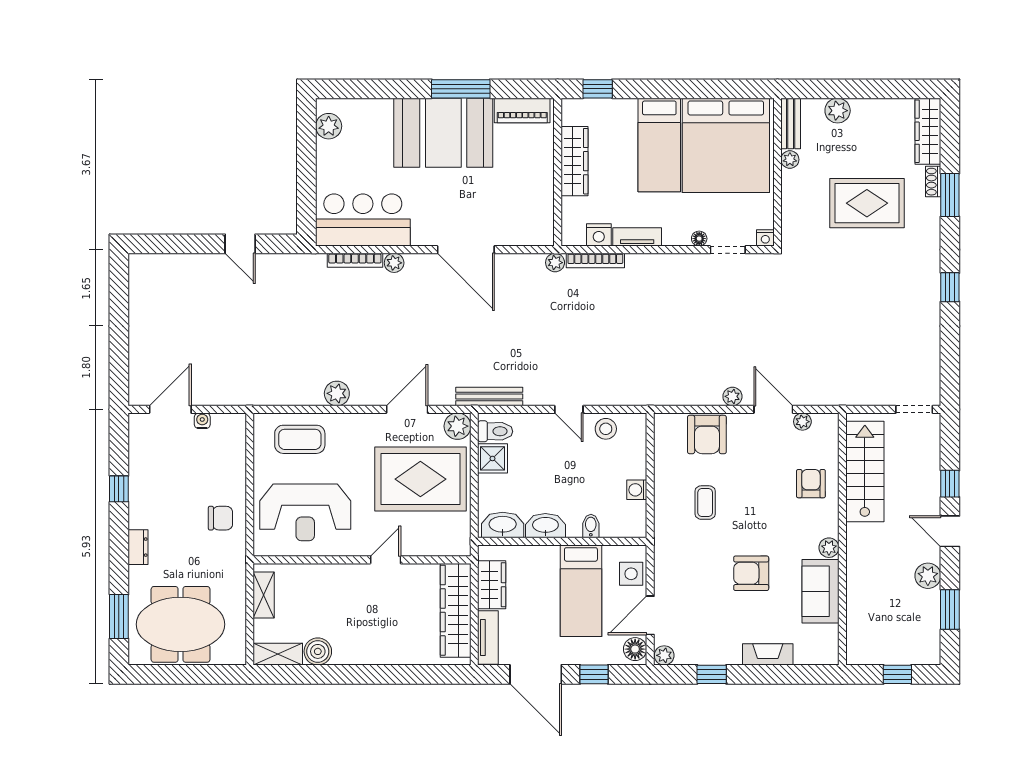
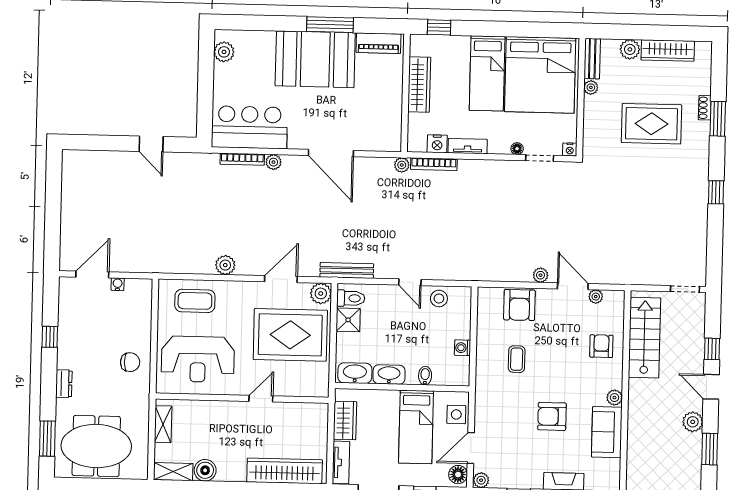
wardrobe: (928, 131) -> (668, 51), moved, turned -90
wardrobe: (456, 610) -> (285, 471), moved, turned 90

